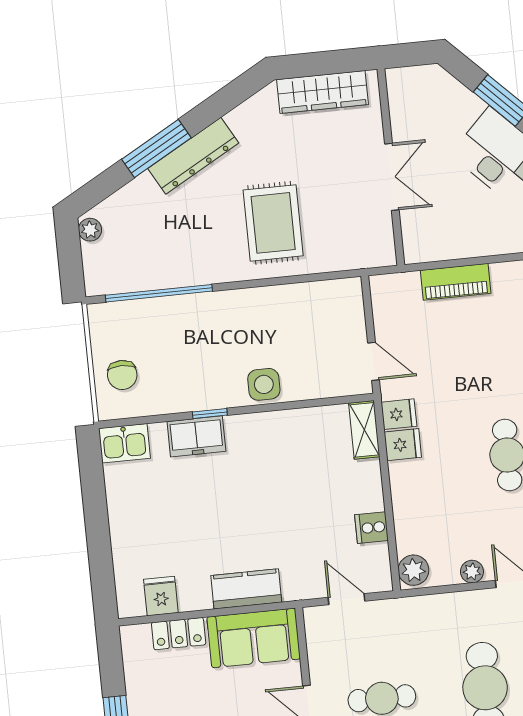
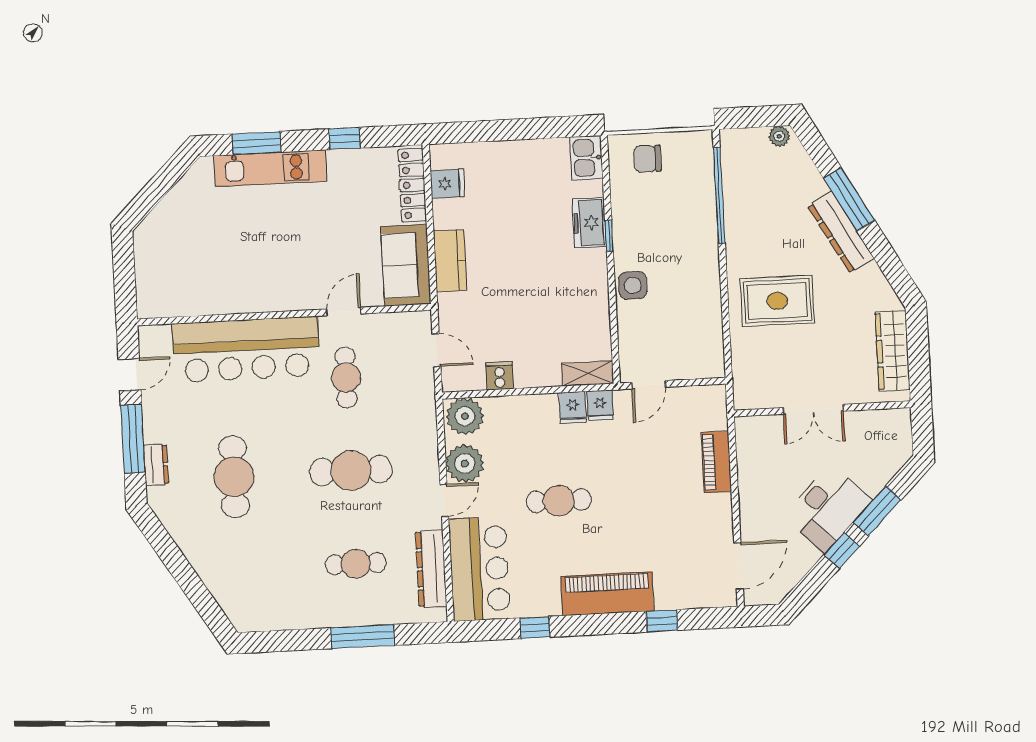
plant: (413, 570) -> (465, 416), width x1.36, depth x1.36
plant: (472, 572) -> (465, 463), width x1.87, depth x1.87
door: (347, 599) -> (436, 350), hinge flipped
locker: (179, 634) -> (412, 185), width x1.53

